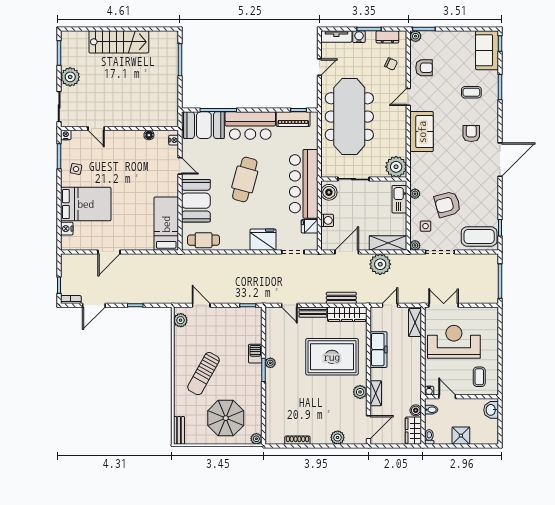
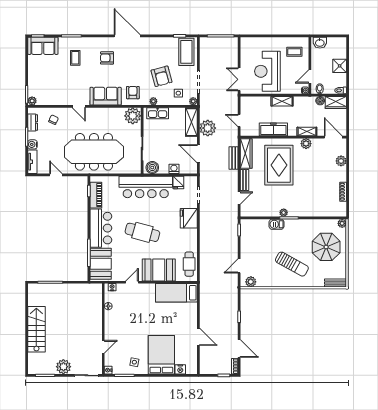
armchair: (424, 68) -> (133, 93), moved
shelving: (415, 323) -> (282, 101), moved

